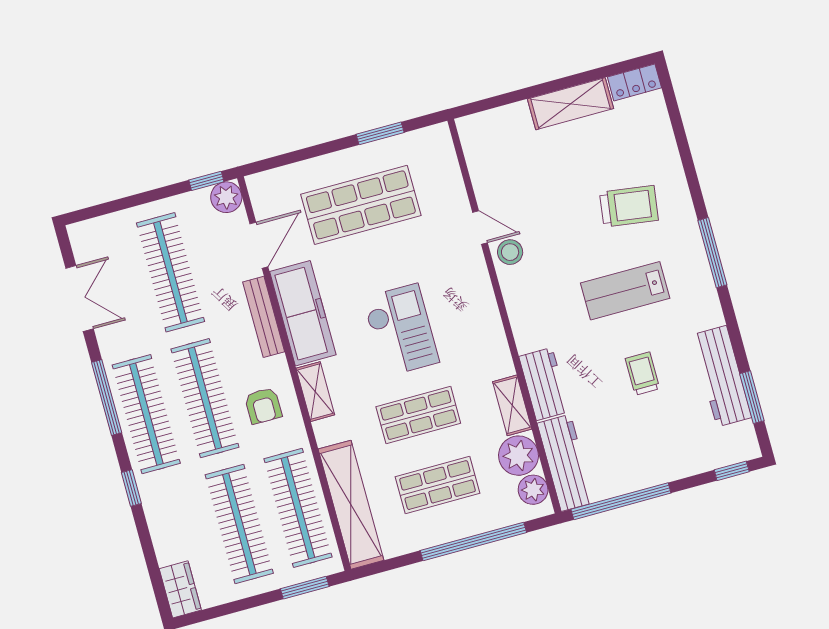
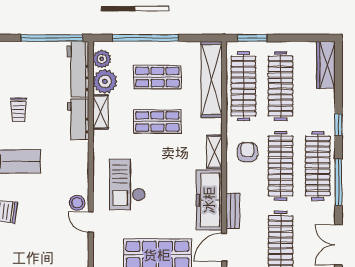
bench: (264, 317) -> (233, 211), width x0.73
checkout: (401, 330) -> (127, 184), moved
wardrobe: (180, 589) -> (326, 65), width x1.50

